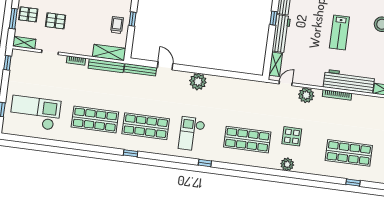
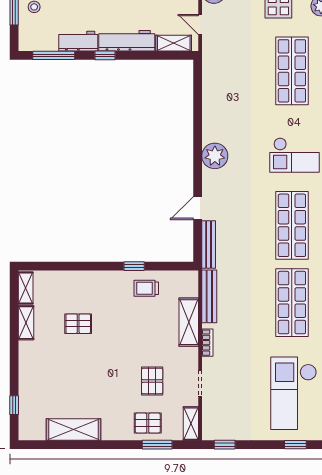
pallet: (28, 14) -> (148, 423), turned 90
shelving: (109, 52) -> (189, 322), moved

